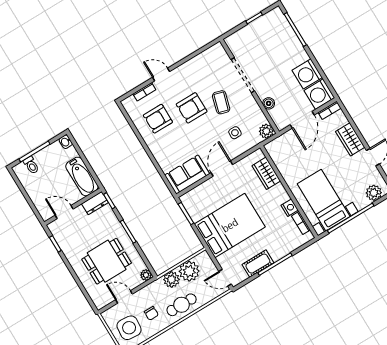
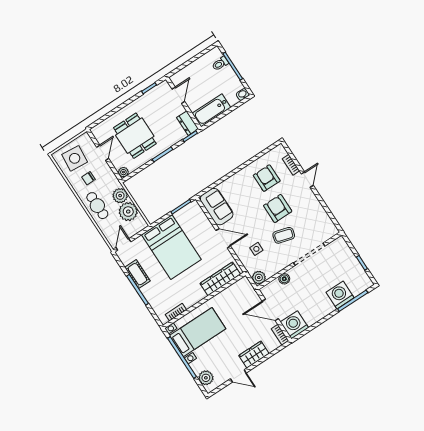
washing machine: (307, 74) -> (340, 295), moved
wardrobe: (266, 173) -> (220, 279), width x1.50
nightstand: (290, 208) -> (190, 301), removed

